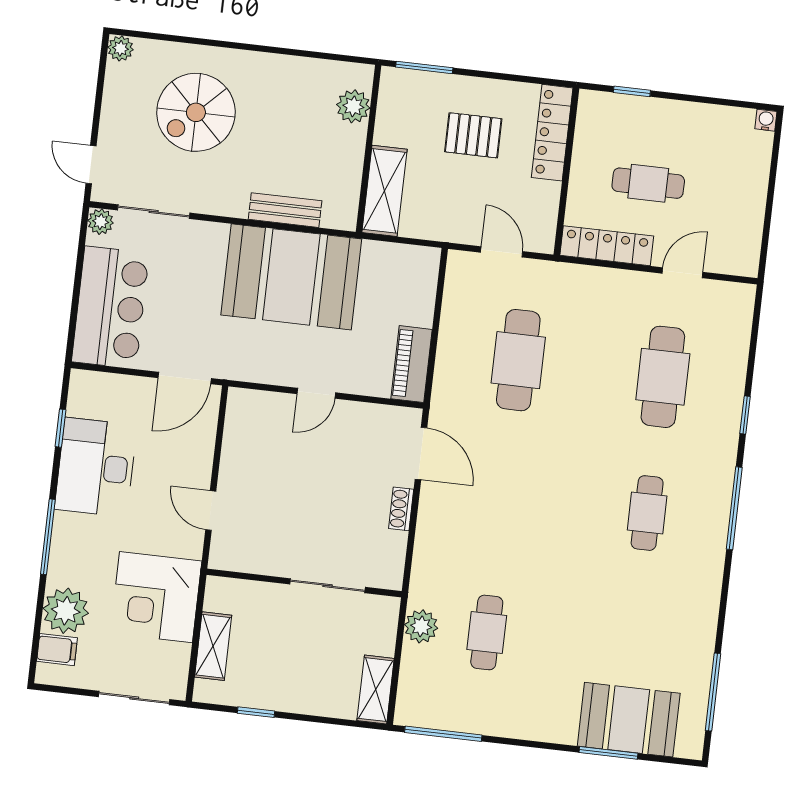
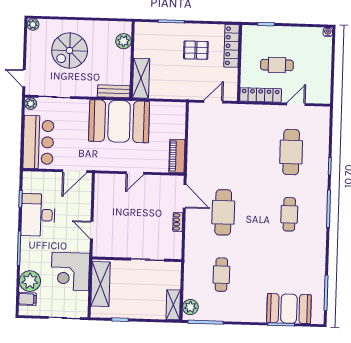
plant: (353, 106) -> (124, 41), moved
wall: (369, 149) -> (132, 60), moved
shelving: (384, 191) -> (141, 78), moved
door: (502, 252) -> (213, 102), hinge flipped
cafe table: (518, 360) -> (223, 212), moved
plant: (421, 626) -> (190, 307), moved
shelving: (213, 646) -> (100, 284), width x1.50, depth x1.33

